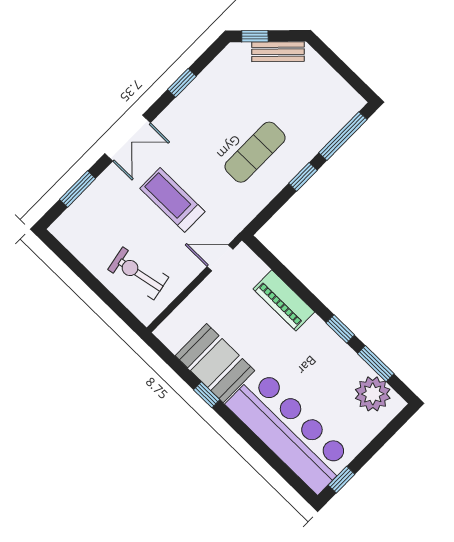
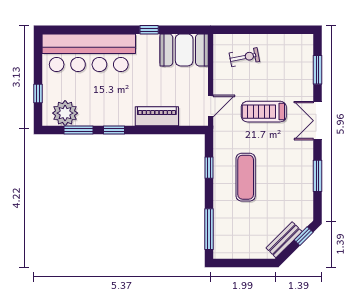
window: (182, 83) -> (317, 176), width x1.50
window: (303, 177) -> (209, 168), moved
treadmill: (172, 200) -> (264, 112), turned 180
exercise bike: (138, 273) -> (244, 57), width x0.73, depth x0.72
booth: (215, 363) -> (184, 50), moved
window: (341, 480) -> (38, 94), moved

